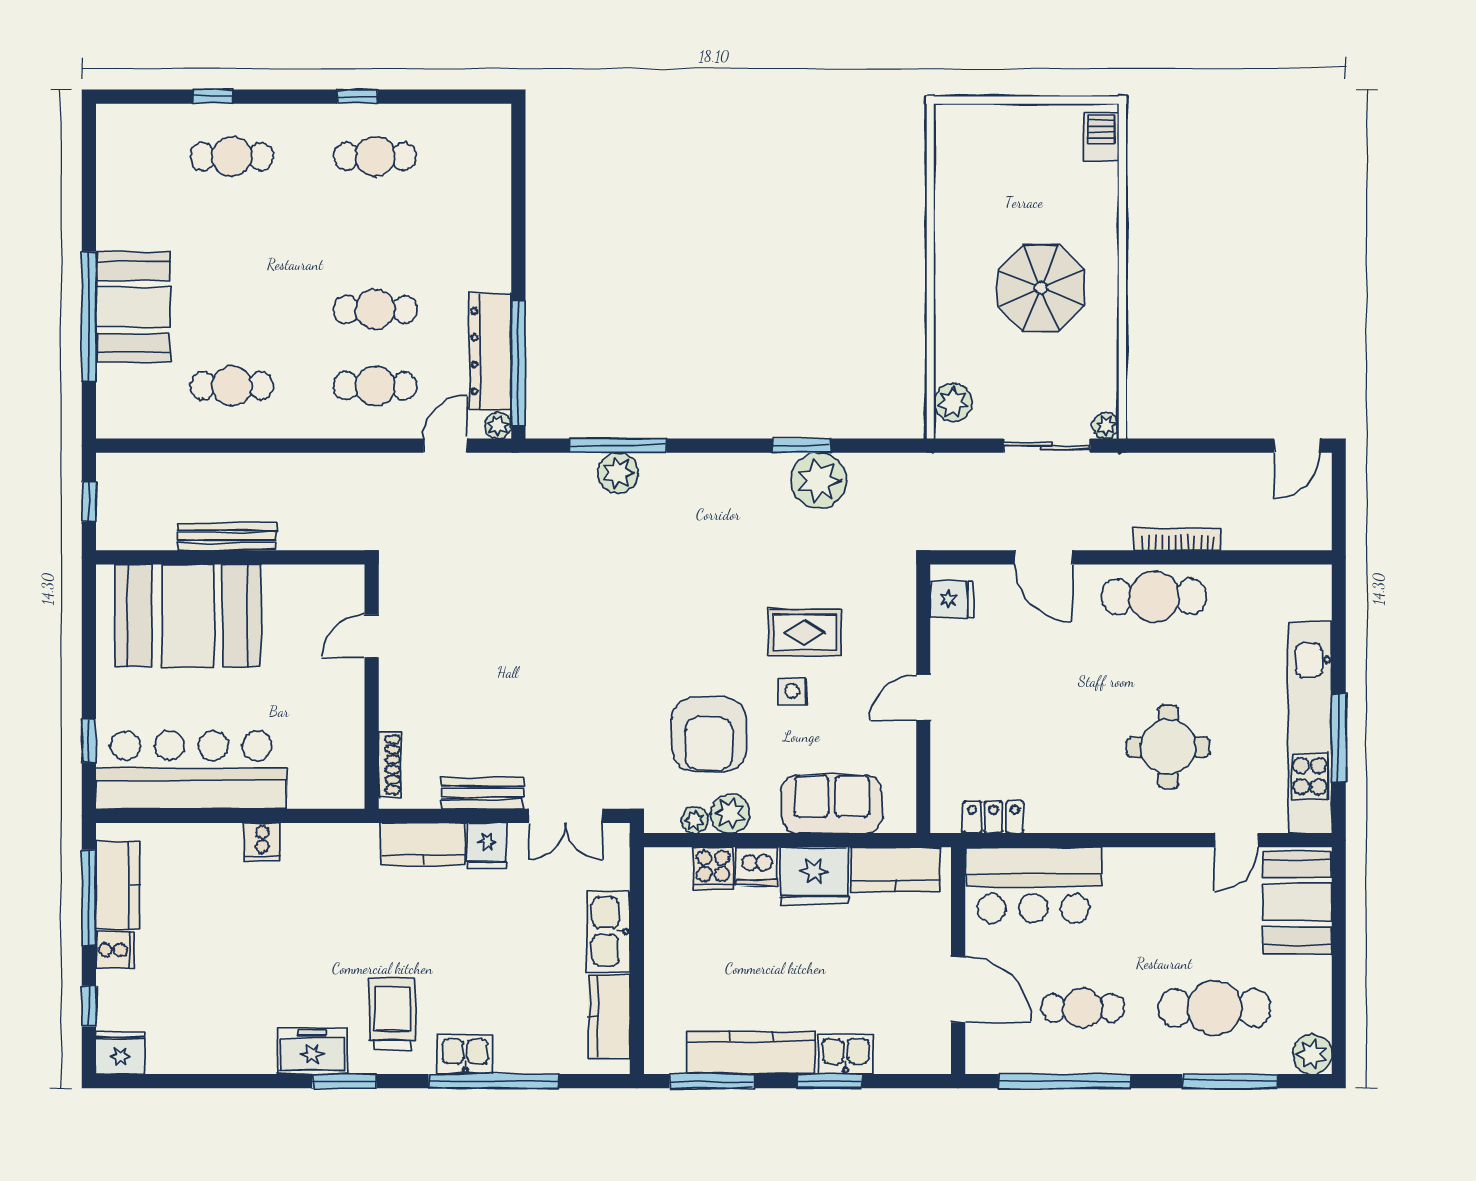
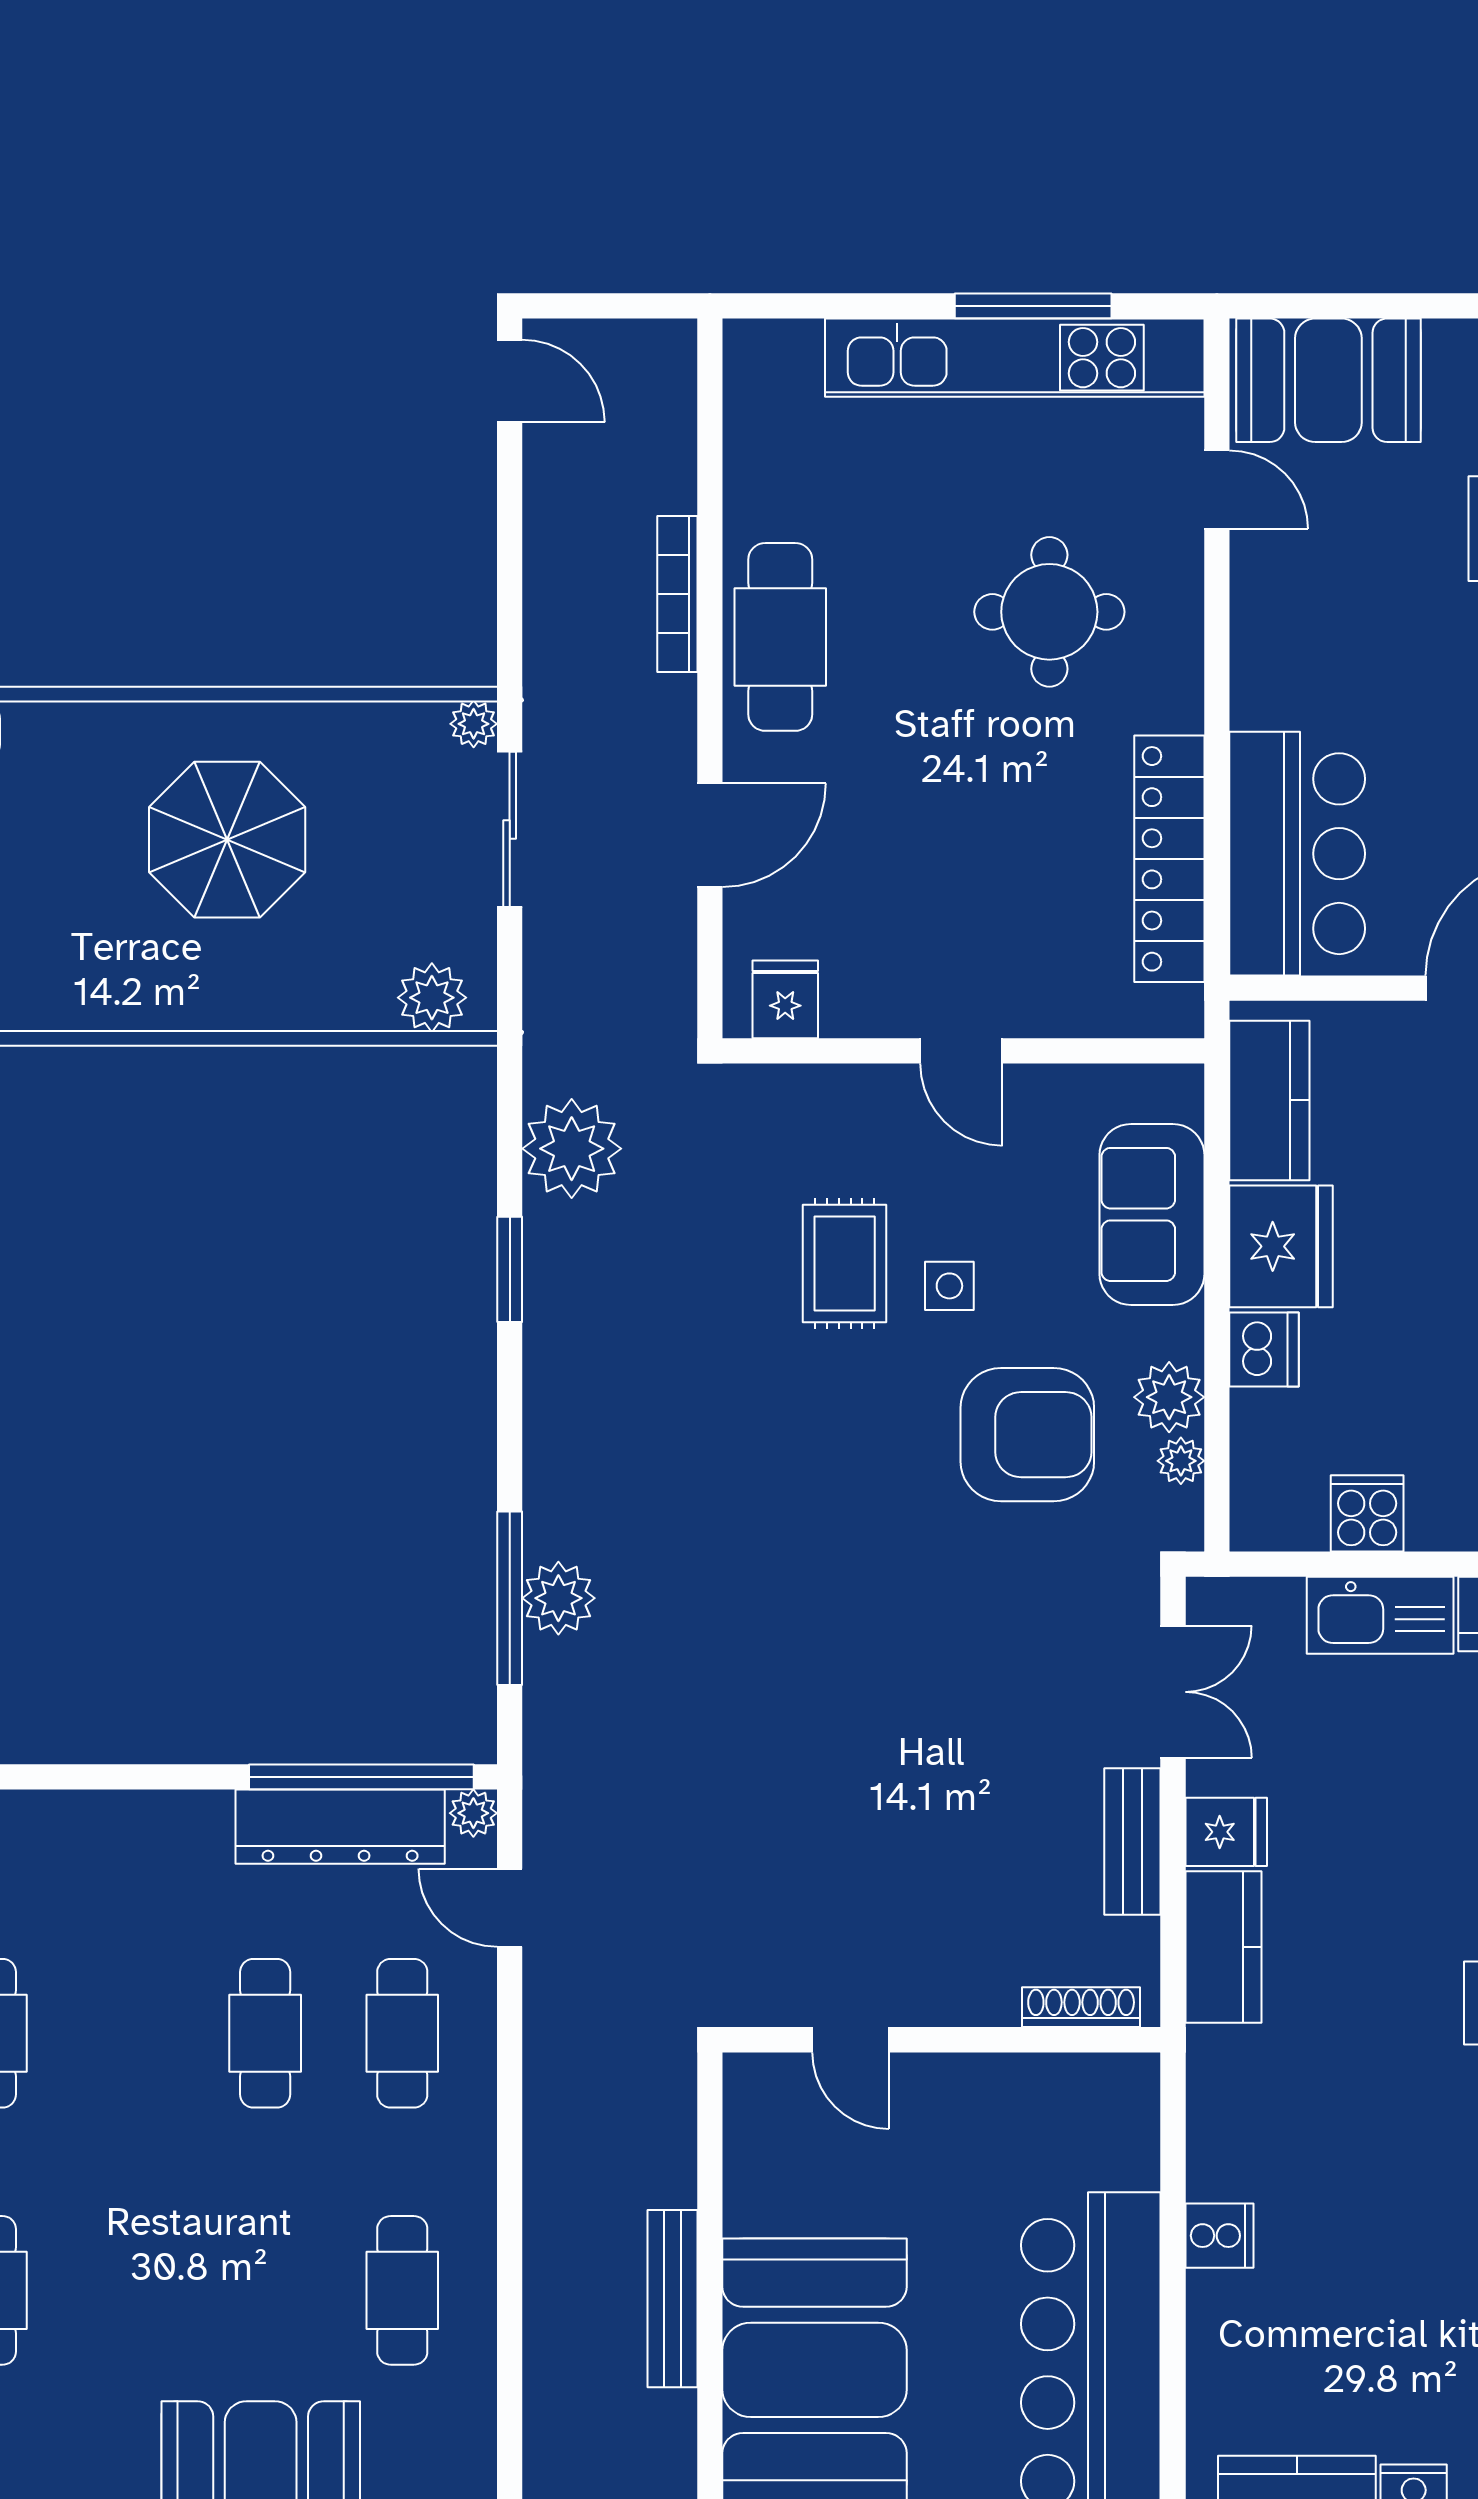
plant: (819, 480) -> (572, 1149), moved
locker: (993, 817) -> (1169, 859), width x2.16, depth x1.21
cooker: (713, 869) -> (1367, 1513), moved, turned -90

